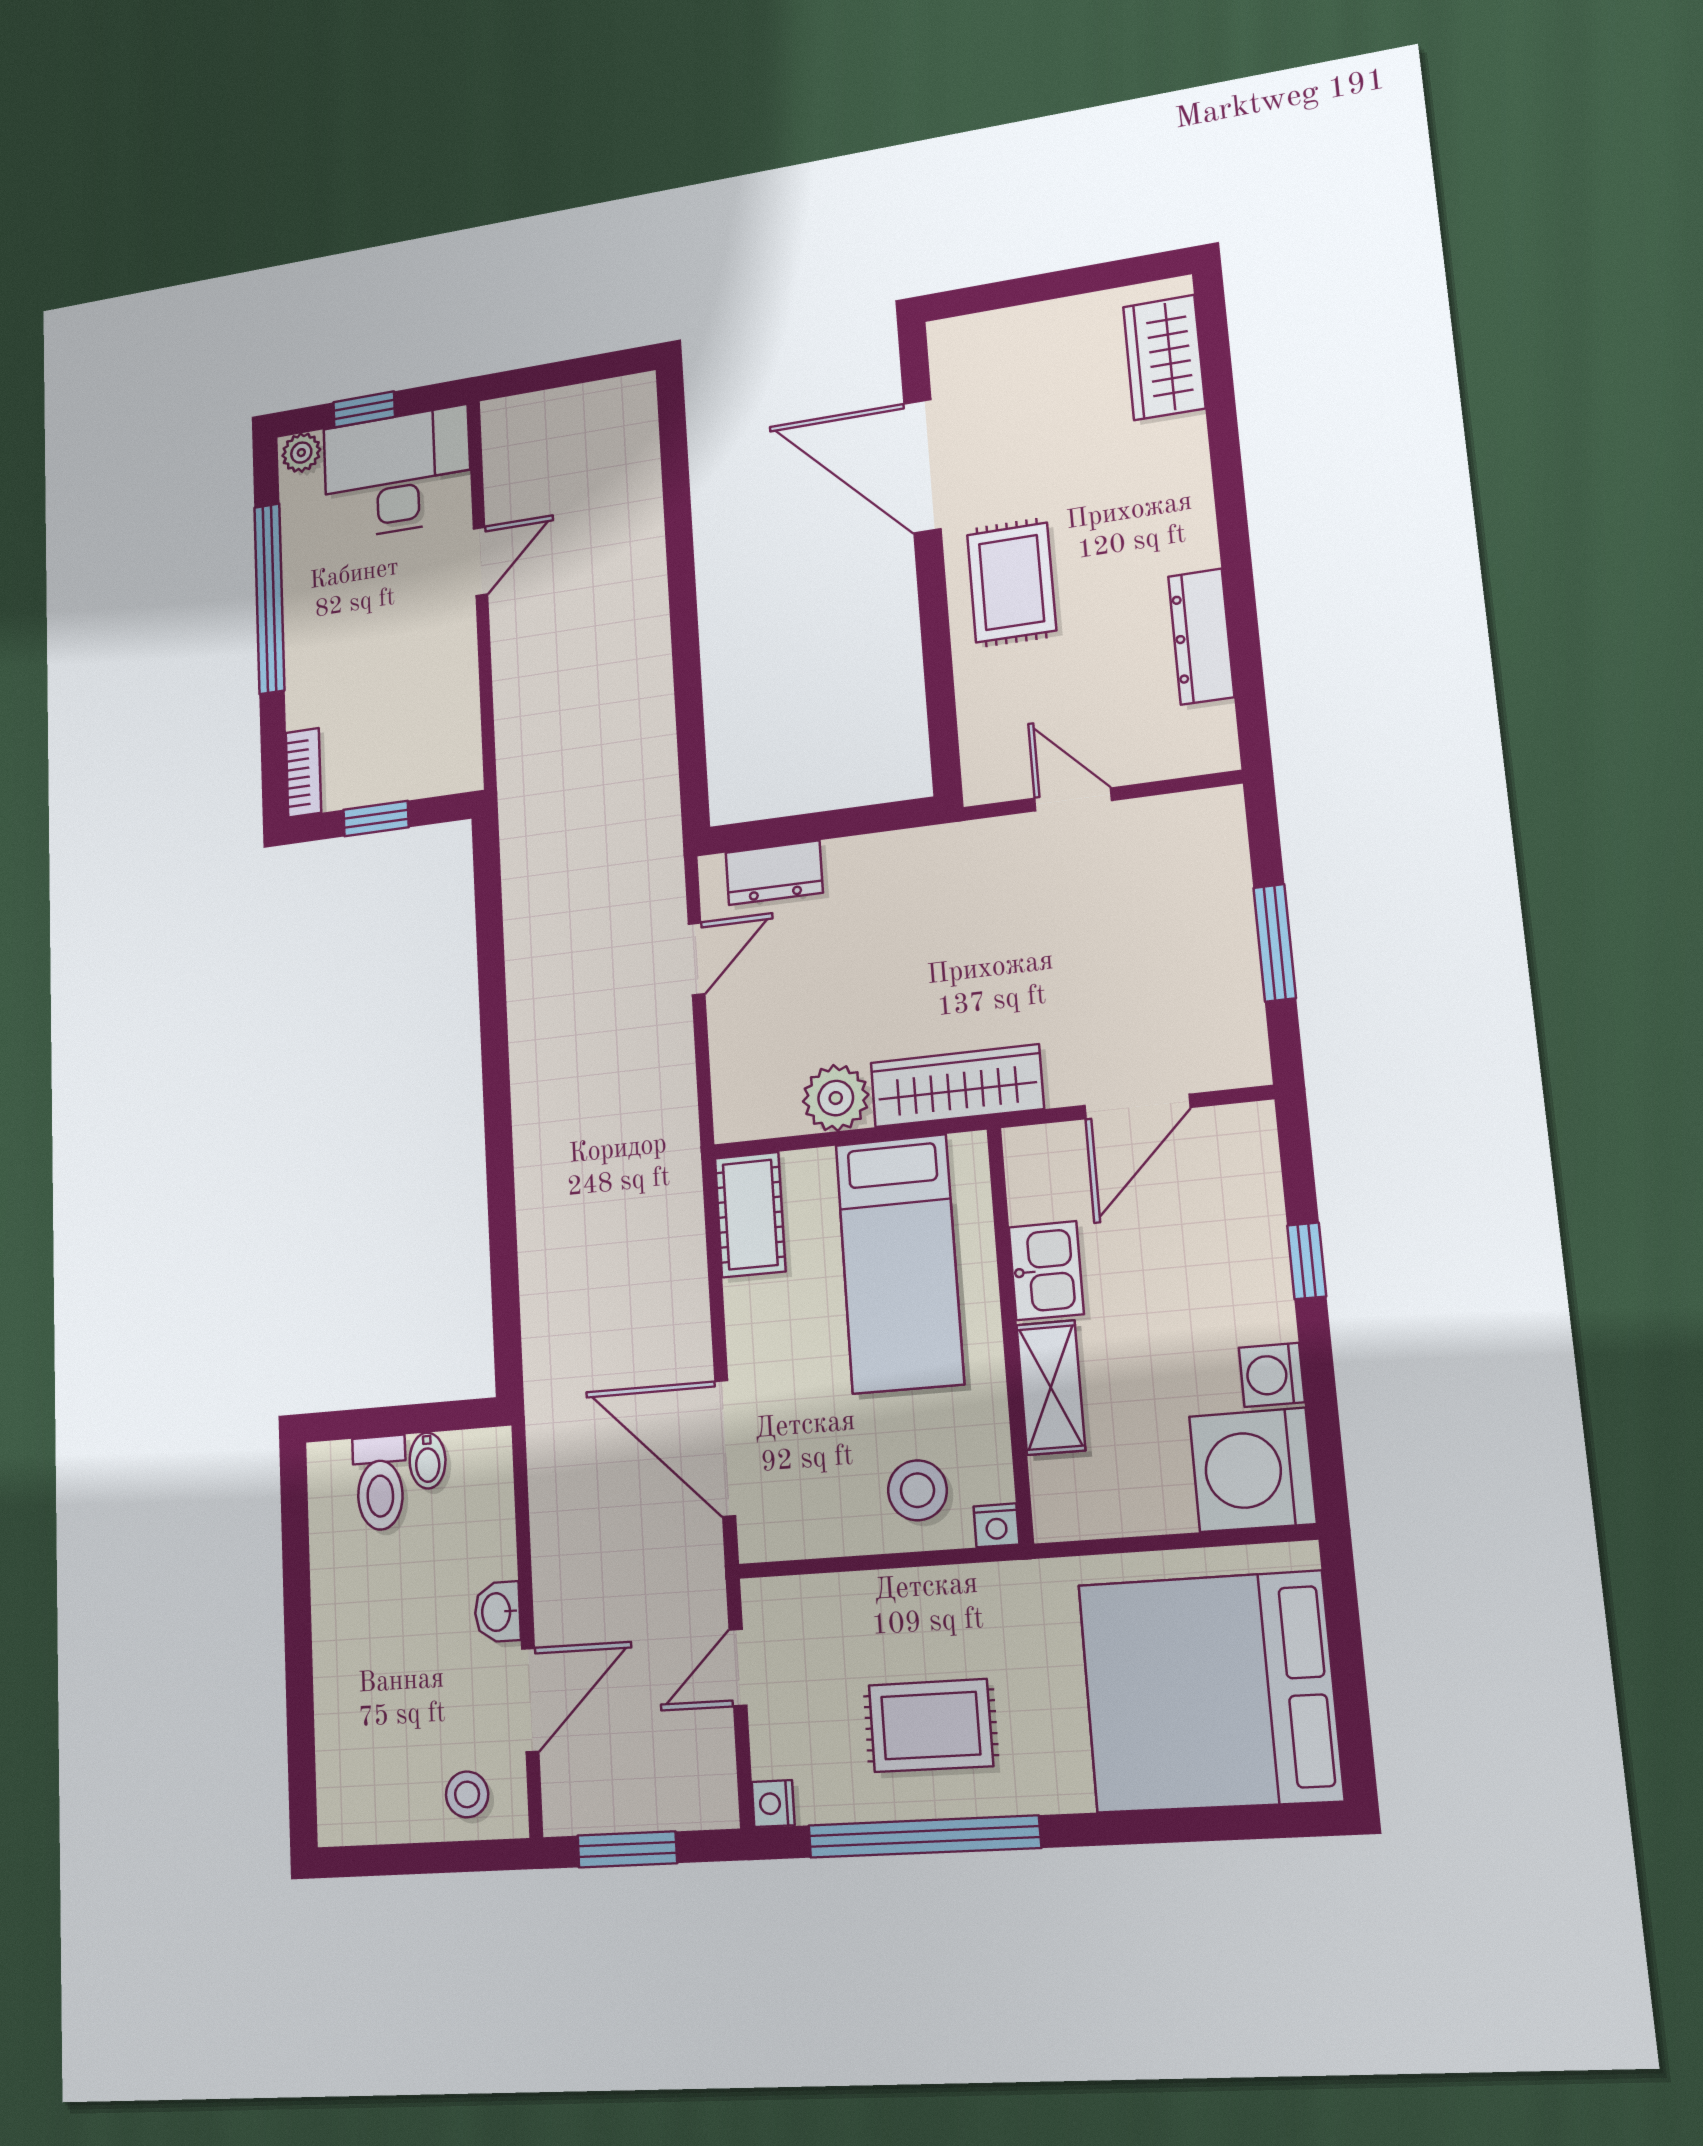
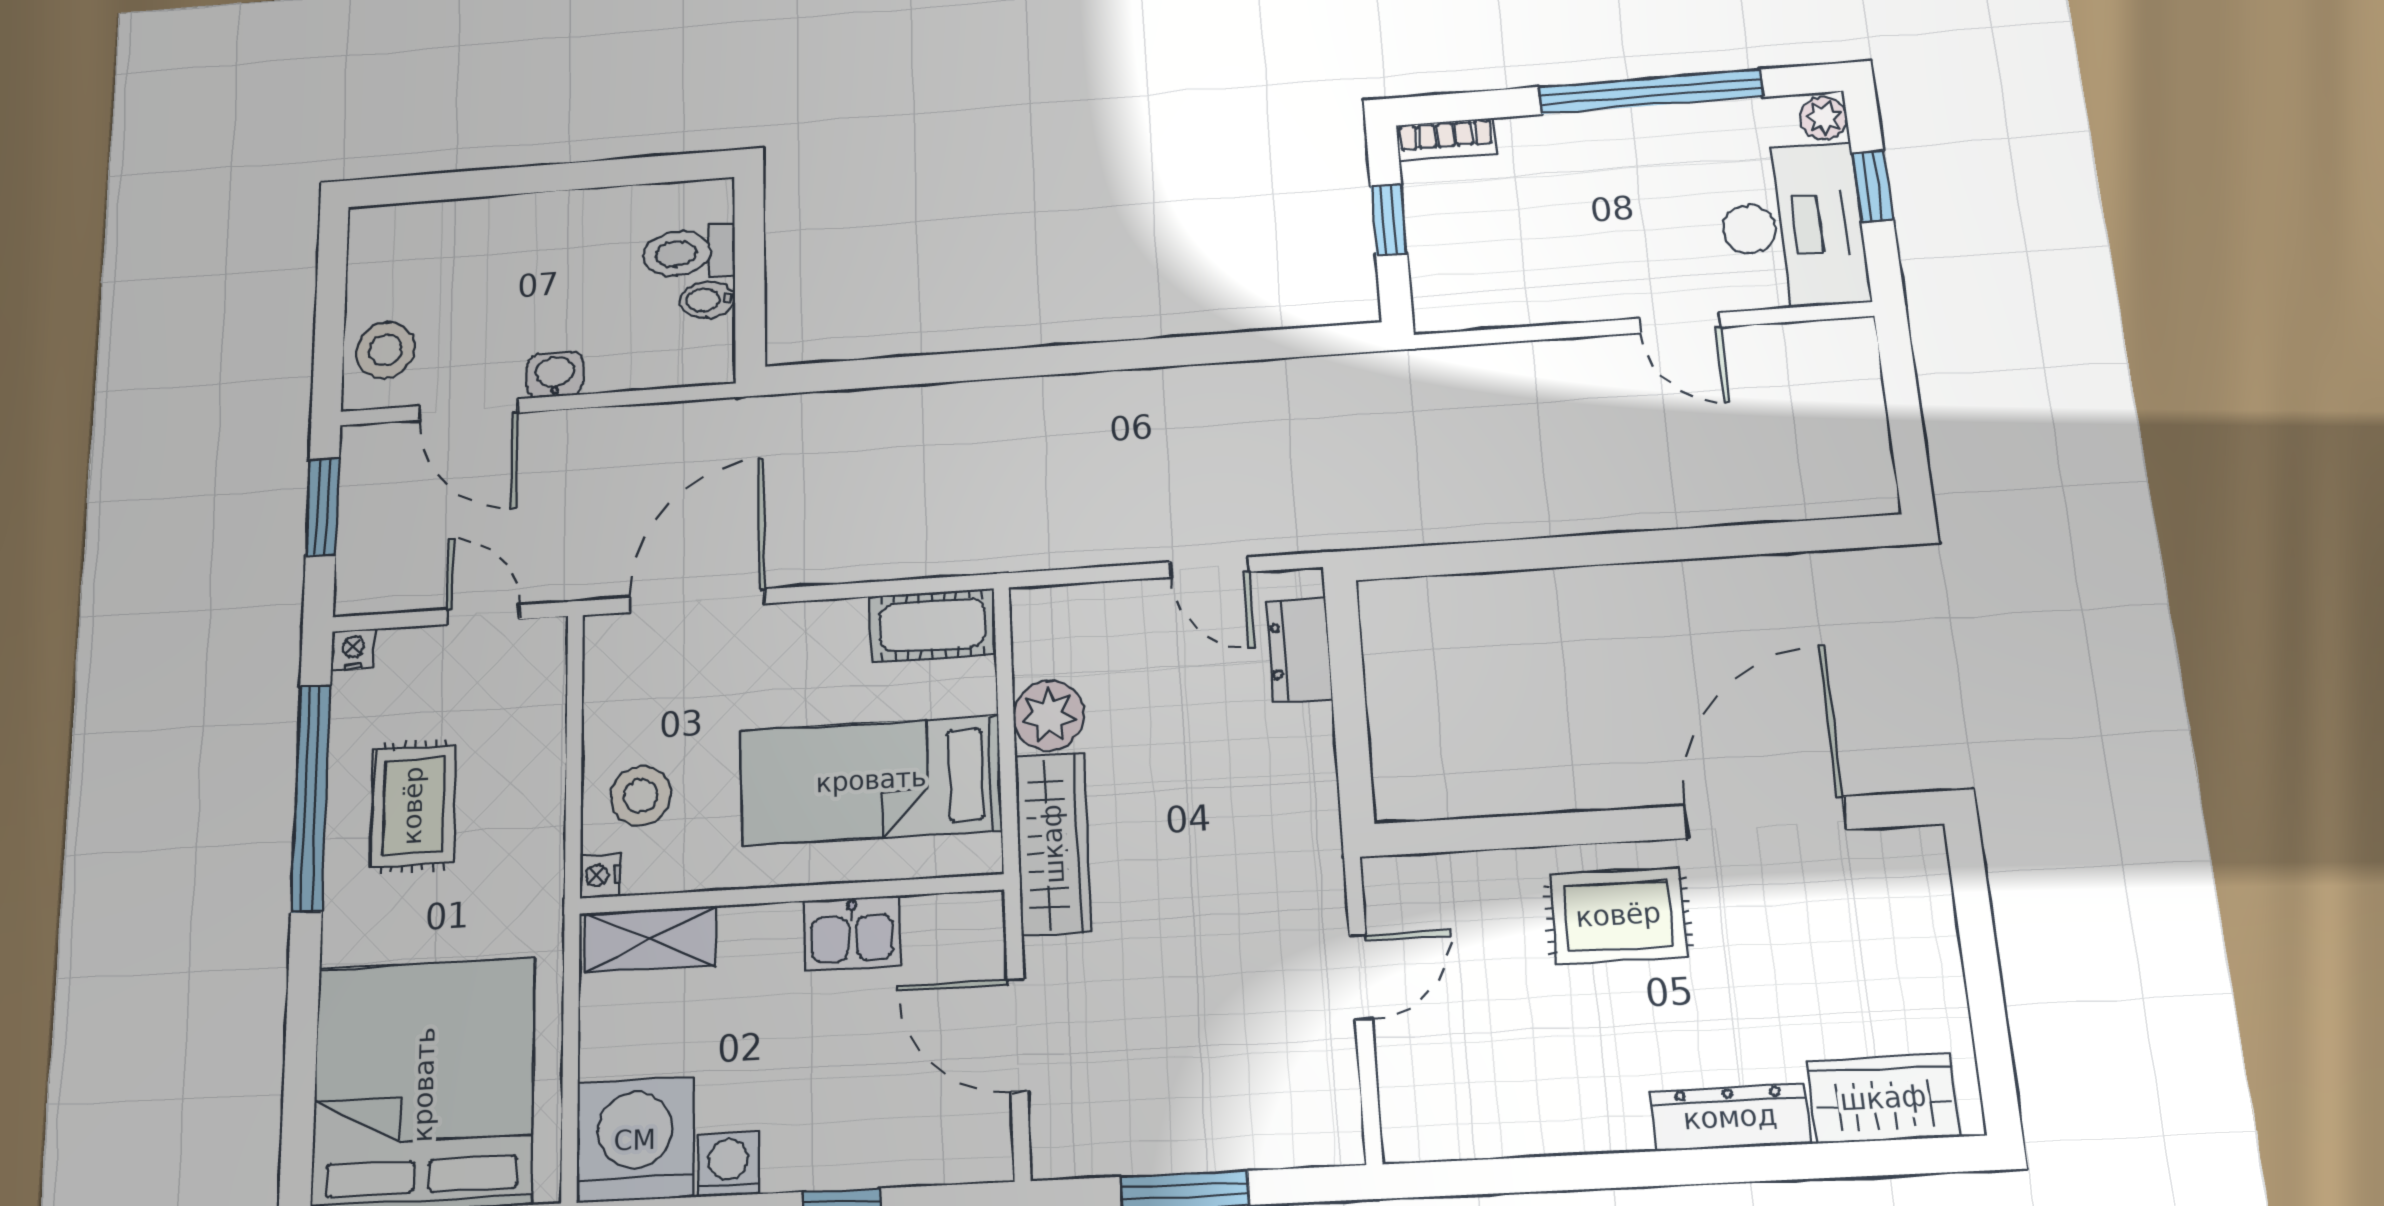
dresser: (1201, 637) -> (1730, 1117), moved
shelving: (1051, 1388) -> (650, 939), moved
stool: (467, 1794) -> (385, 350), width x1.37, depth x1.37

